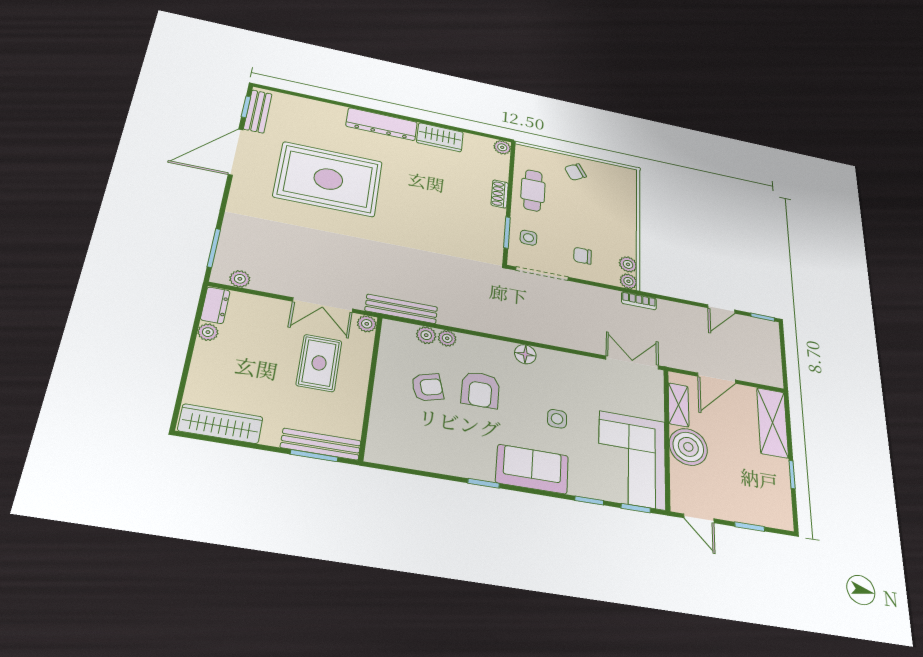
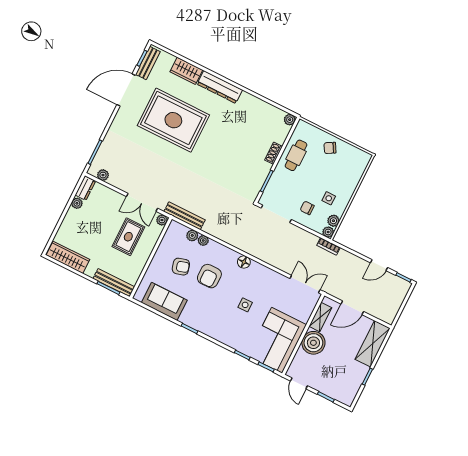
wardrobe: (440, 137) -> (186, 71), moved
side table: (528, 238) -> (329, 198), moved
sofa: (532, 469) -> (164, 301), moved

